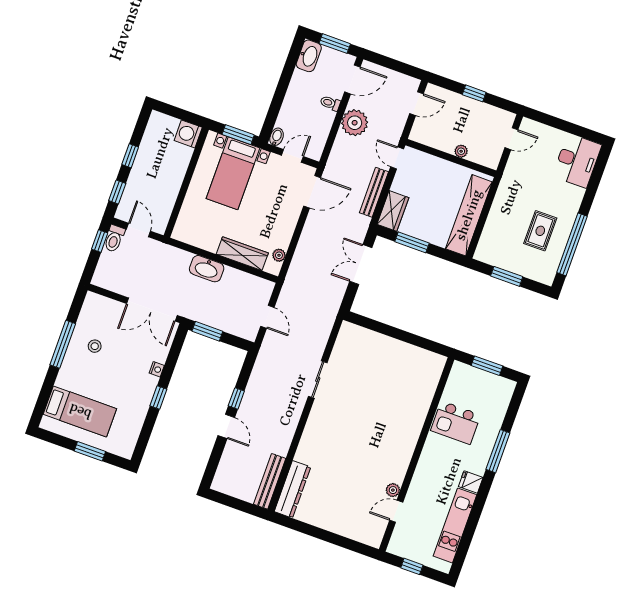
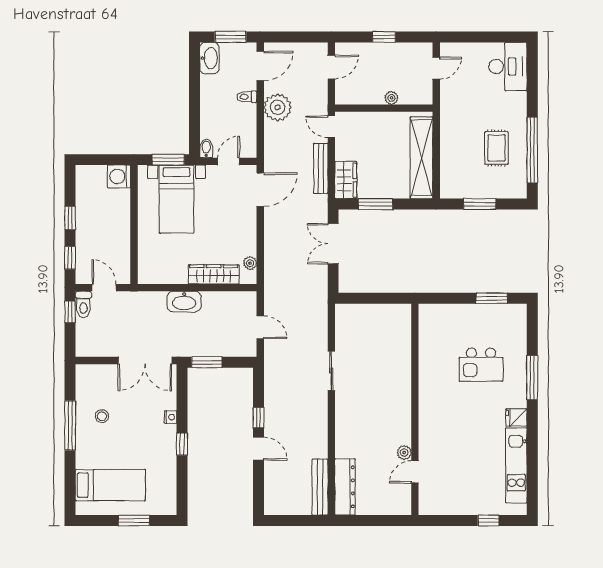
wall: (417, 454) -> (415, 409), moved
plant: (393, 490) -> (404, 452), moved
door: (396, 511) -> (415, 472), moved

